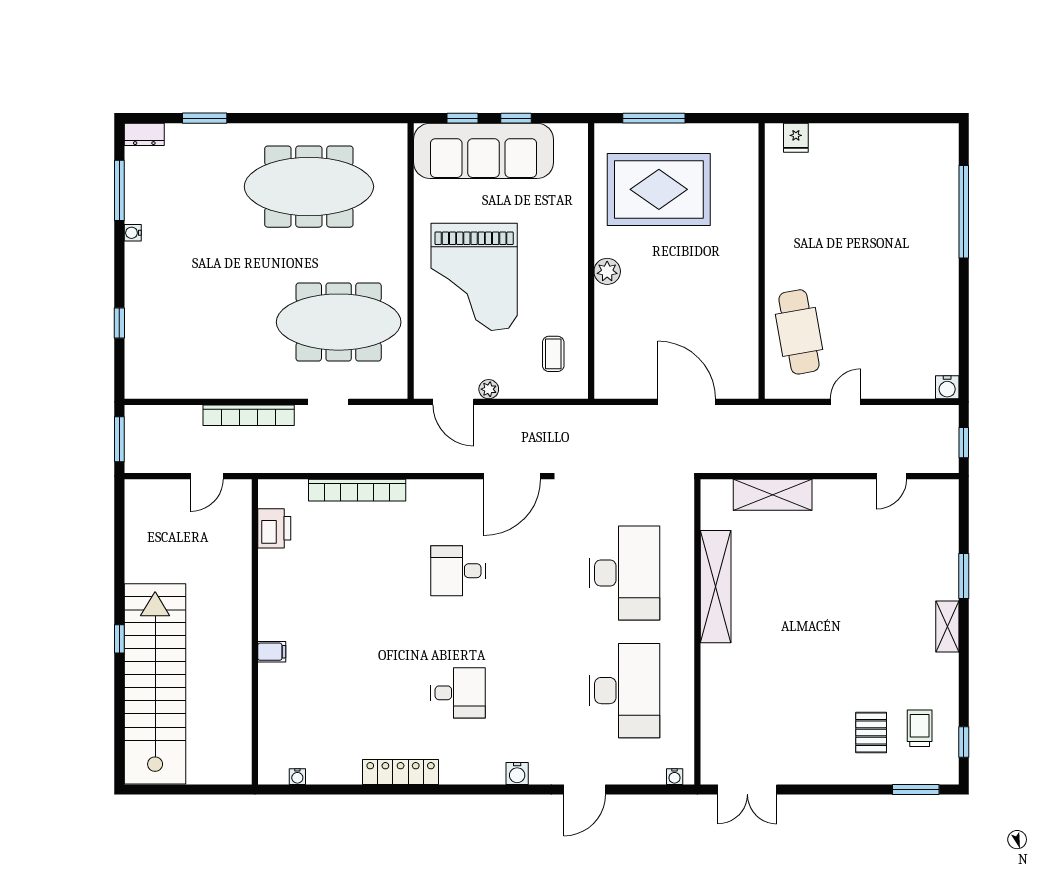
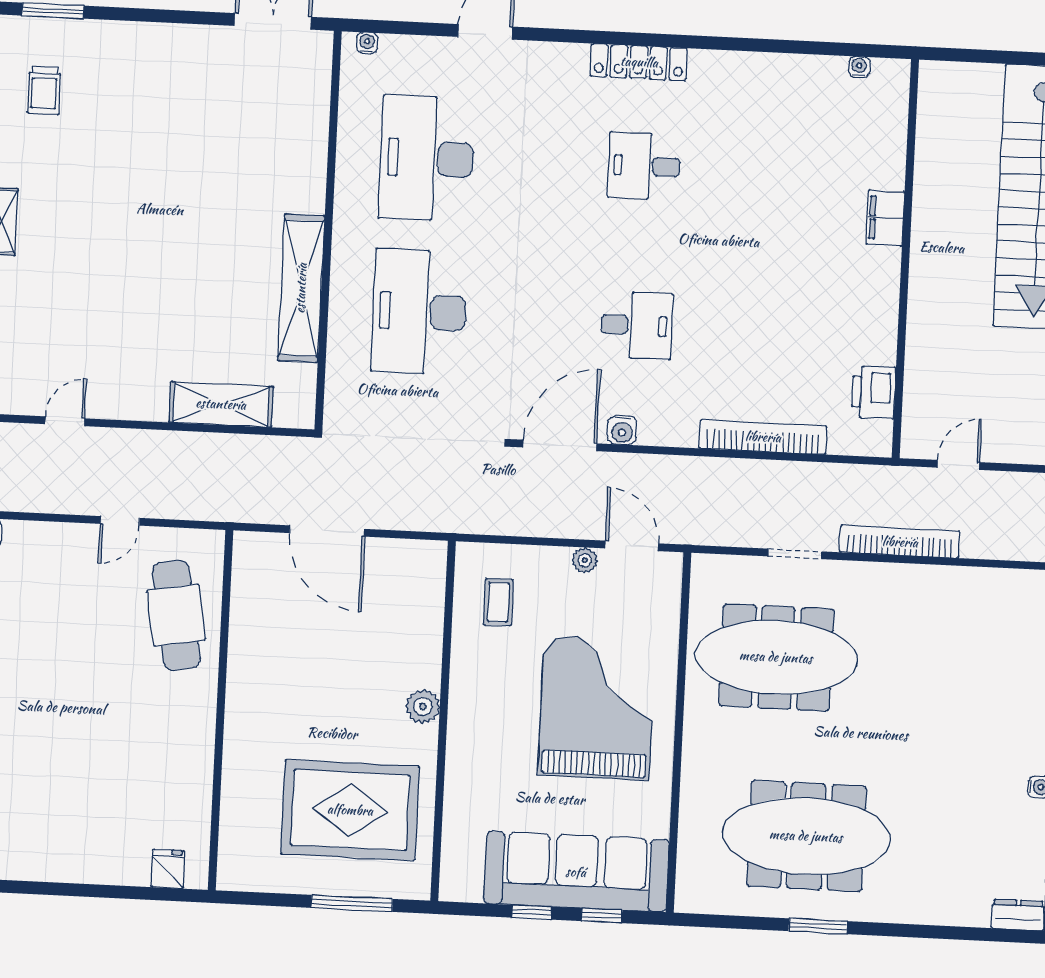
window: (205, 118) -> (818, 926), moved
filing cabinet: (272, 652) -> (885, 218), width x2.00
pallet: (871, 733) -> (108, 88), removed
locker: (401, 772) -> (639, 62), moved
water cooler: (517, 773) -> (622, 430), moved, turned 180

